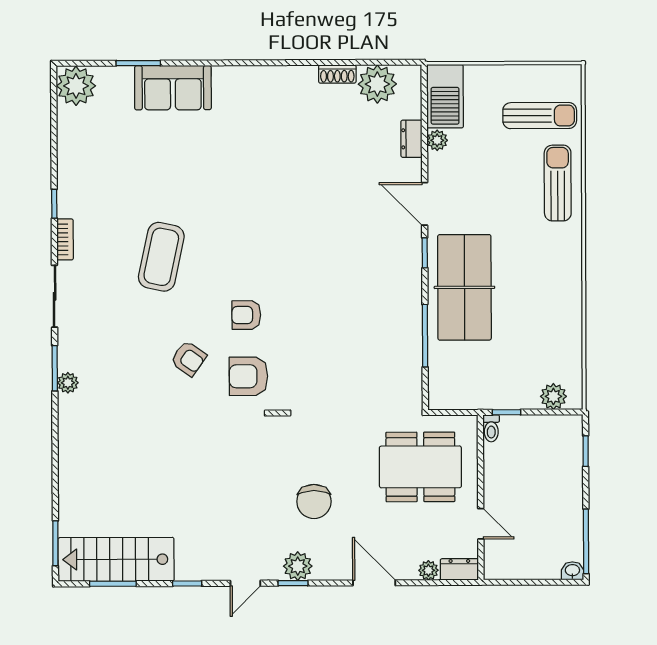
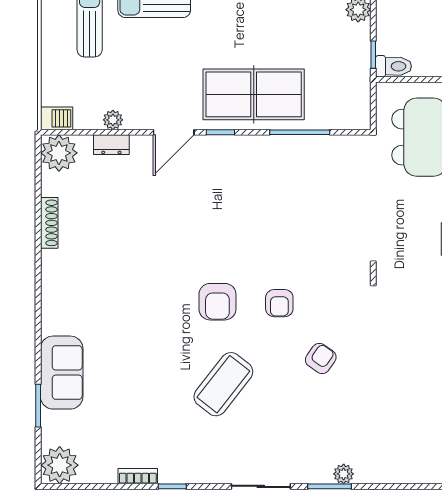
shoe rack: (337, 74) -> (49, 223), width x1.43
plant: (377, 84) -> (59, 153), moved
barbecue: (445, 96) -> (57, 118), width x0.53, depth x0.65
bookcase: (65, 239) -> (138, 476), moved
coffee table: (161, 257) -> (223, 384), turned -64
armchair: (248, 376) -> (217, 302), moved
toilet: (491, 428) -> (393, 66), width x1.37, depth x1.39

